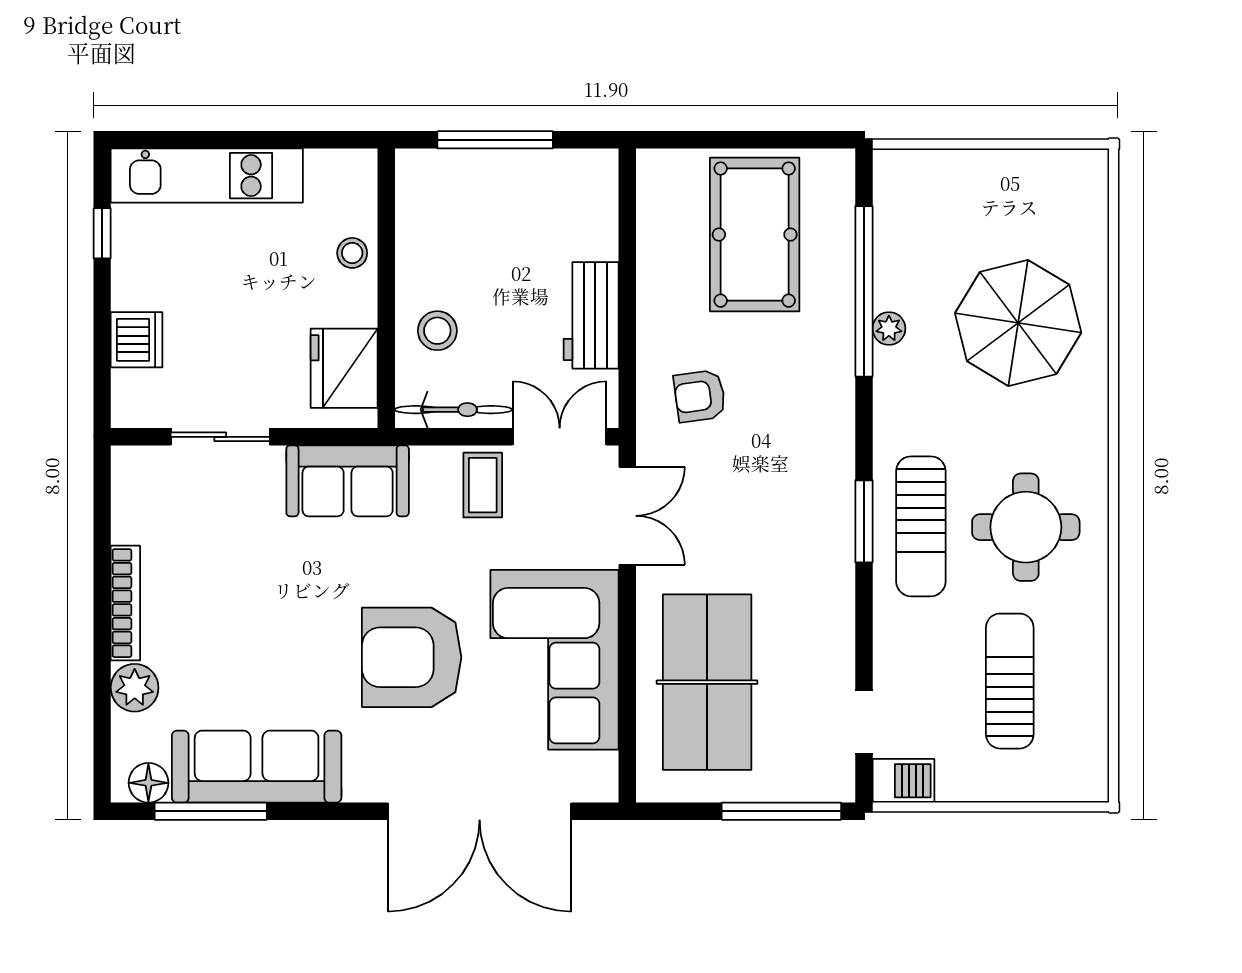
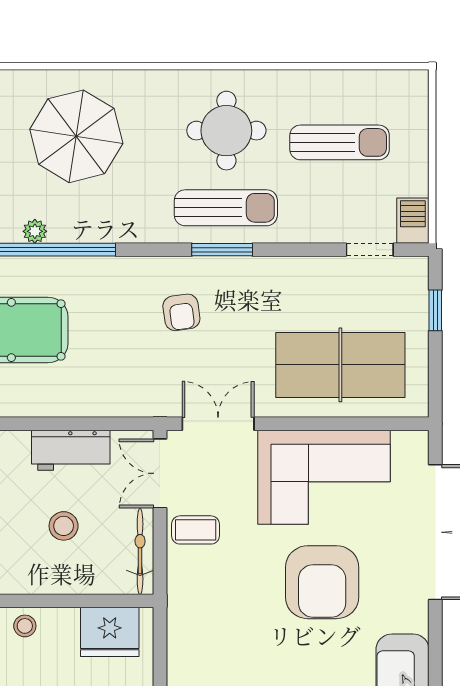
plant: (889, 328) -> (35, 231), moved
stool: (437, 331) -> (64, 526), moved
armchair: (700, 396) -> (181, 312), moved
sofa: (348, 481) -> (192, 629), removed
sun lounger: (1010, 681) -> (340, 142), turned 180
window: (781, 811) -> (435, 310), width x0.46

